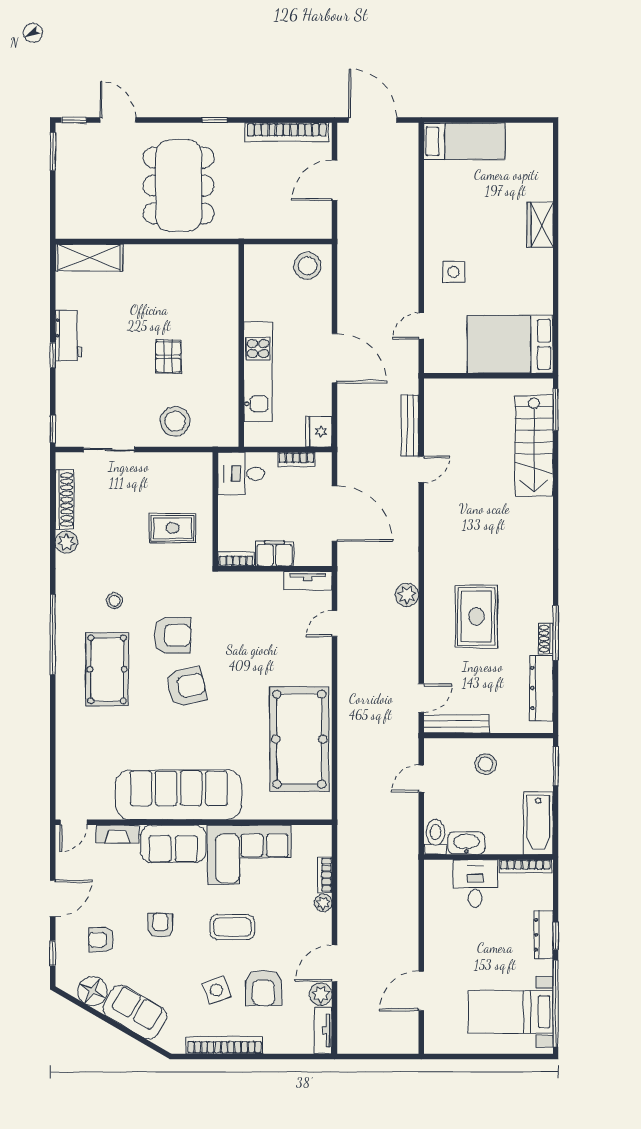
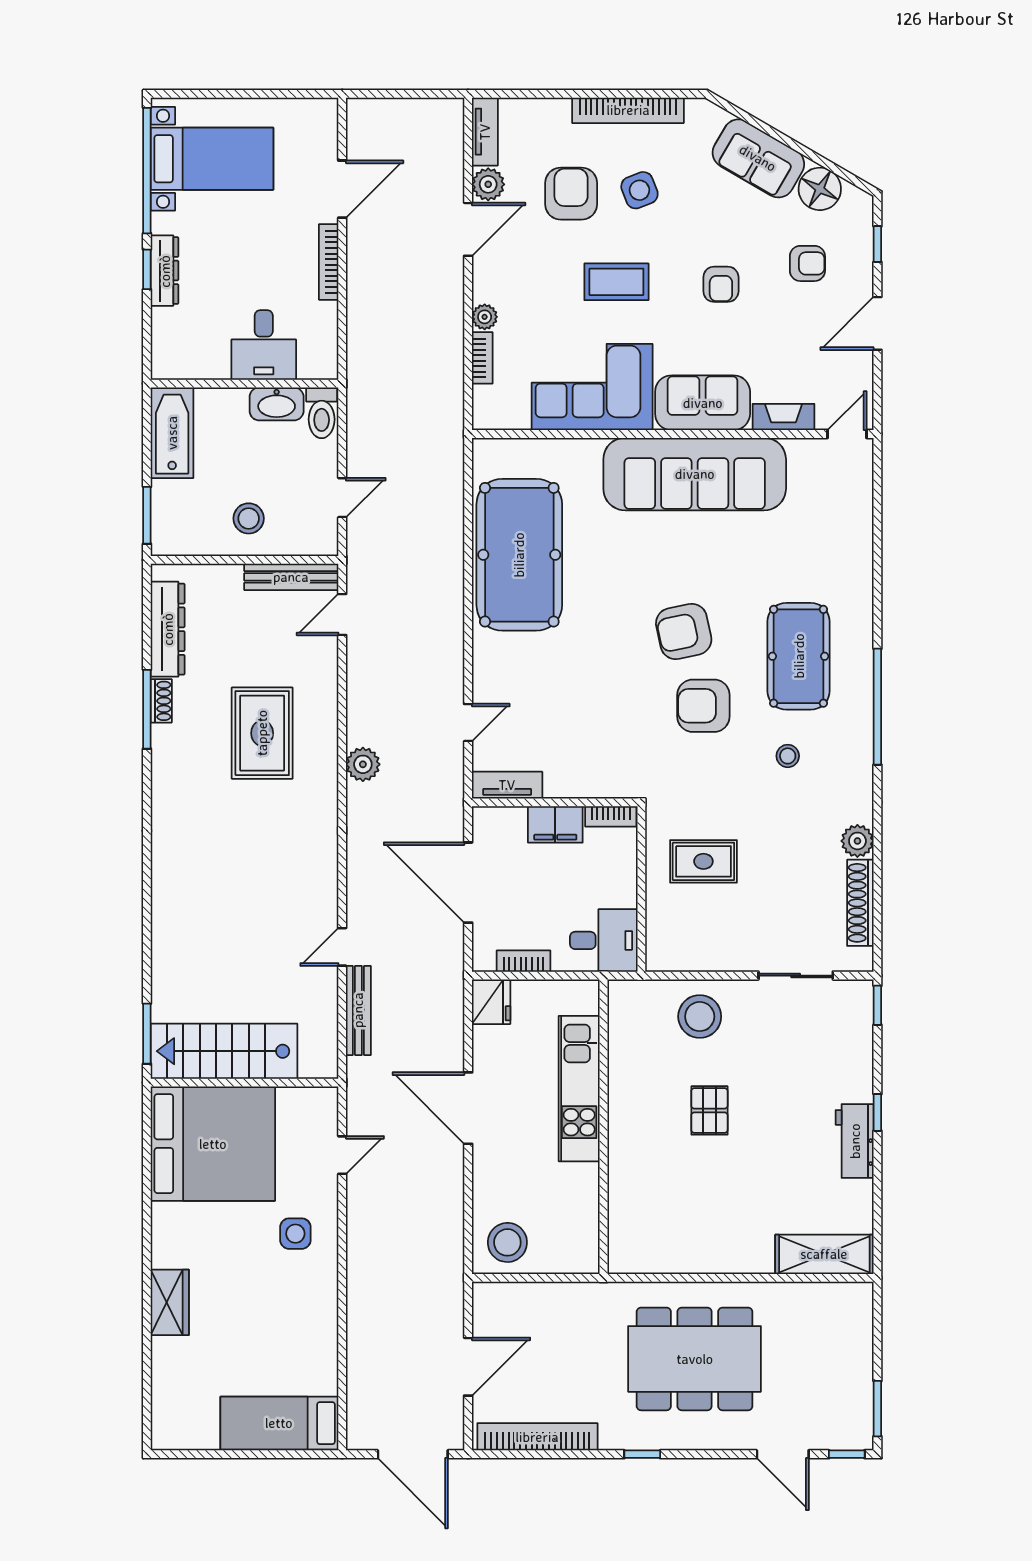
dining table: (179, 186) -> (695, 1359), turned 90
bed: (510, 344) -> (213, 1144), width x1.36
stairs: (534, 446) -> (224, 1051), moved, turned -90
bookcase: (525, 866) -> (329, 262), moved, turned -90

